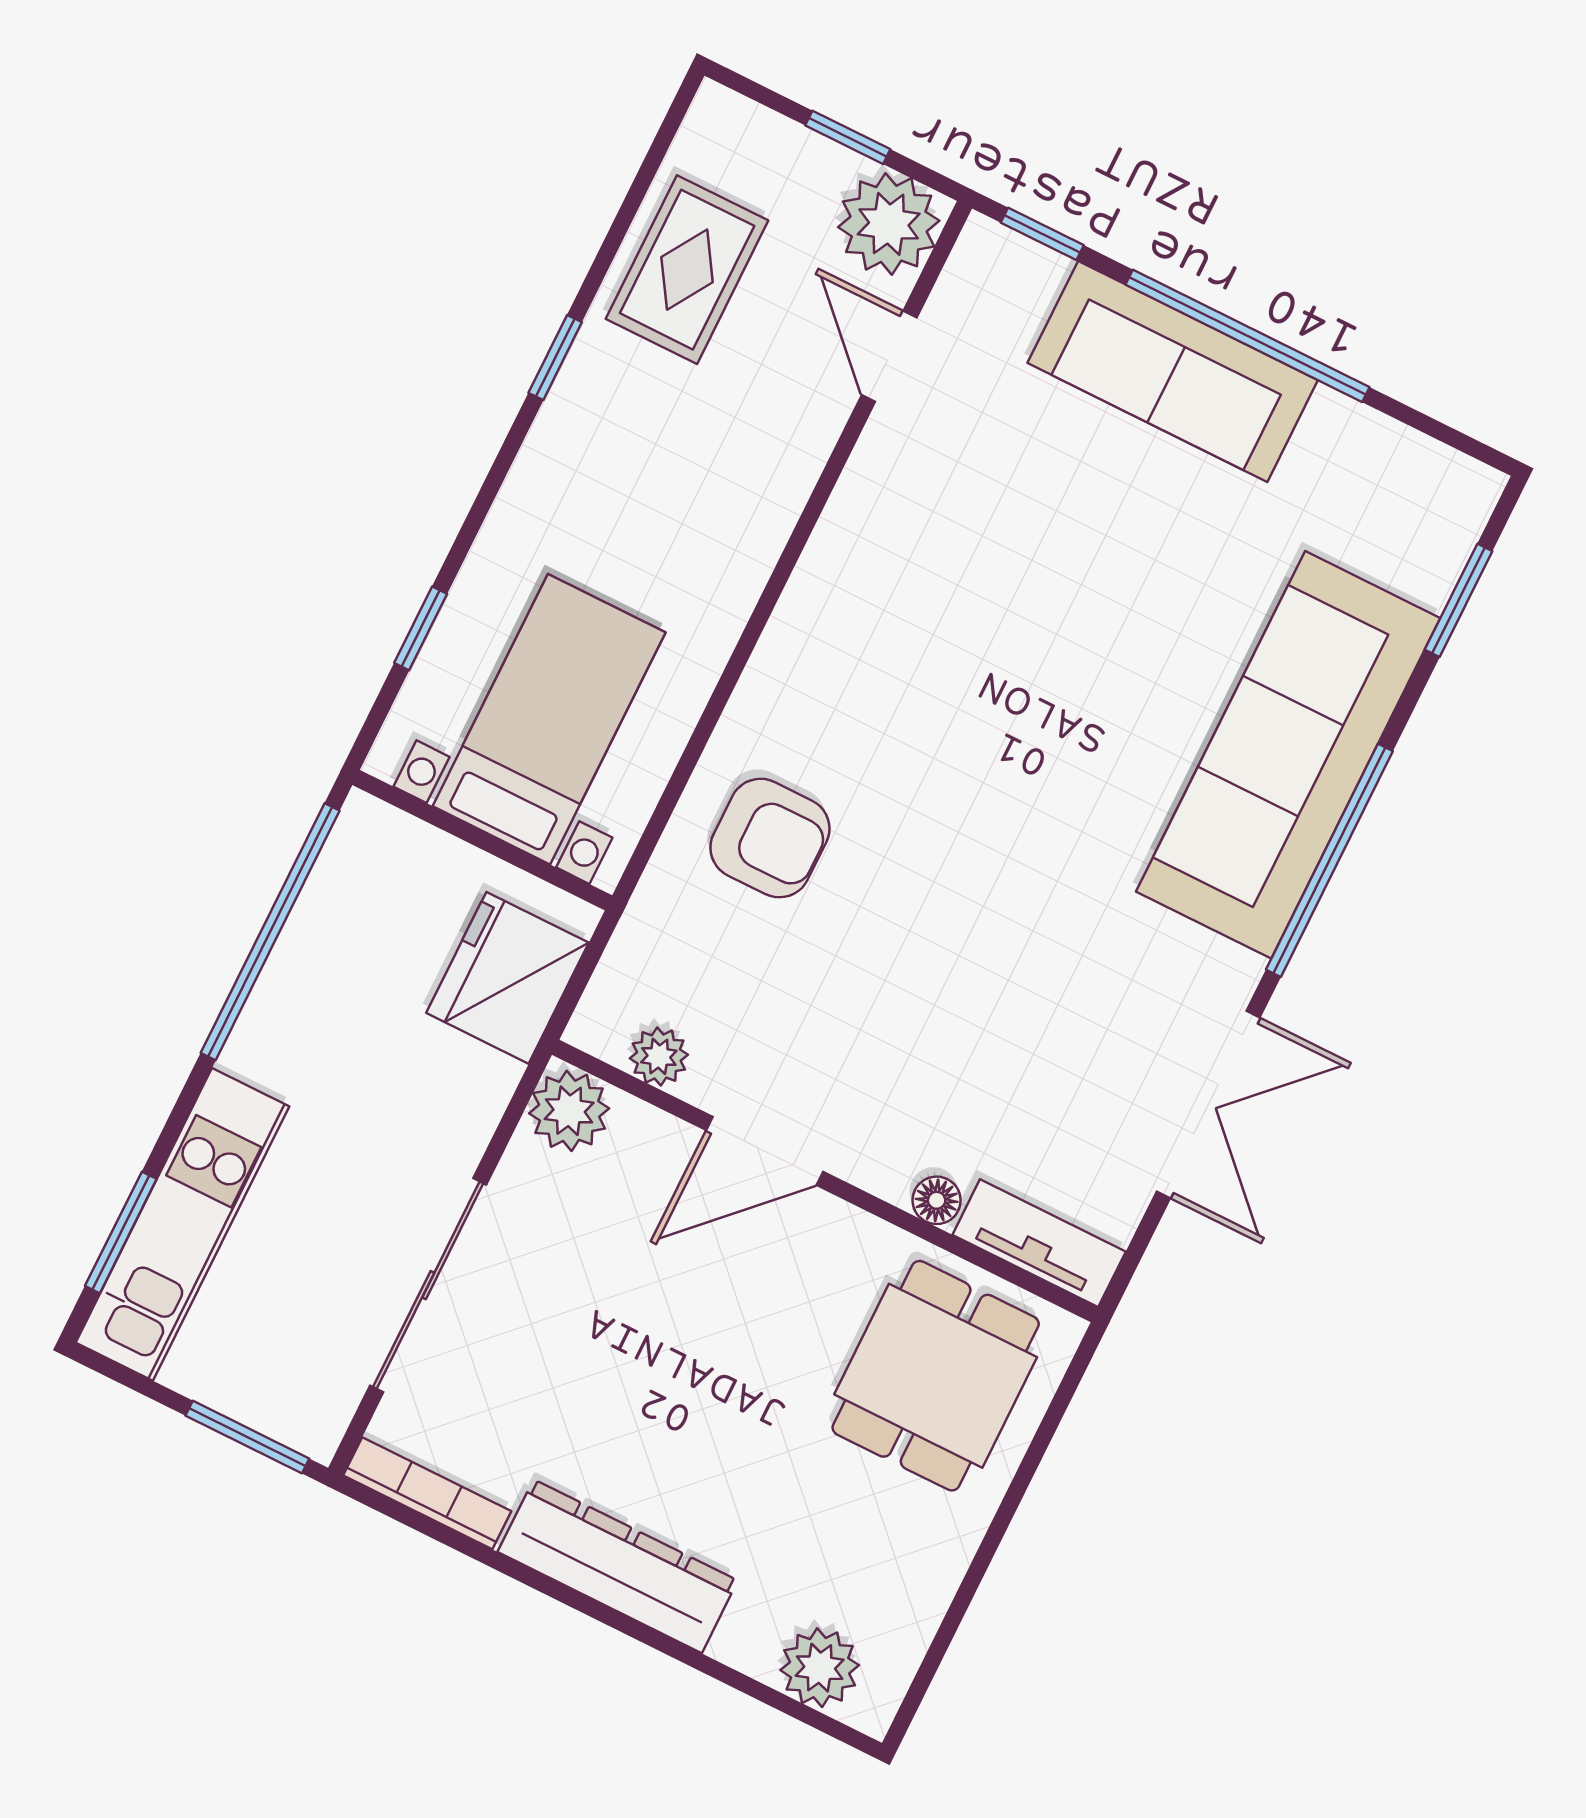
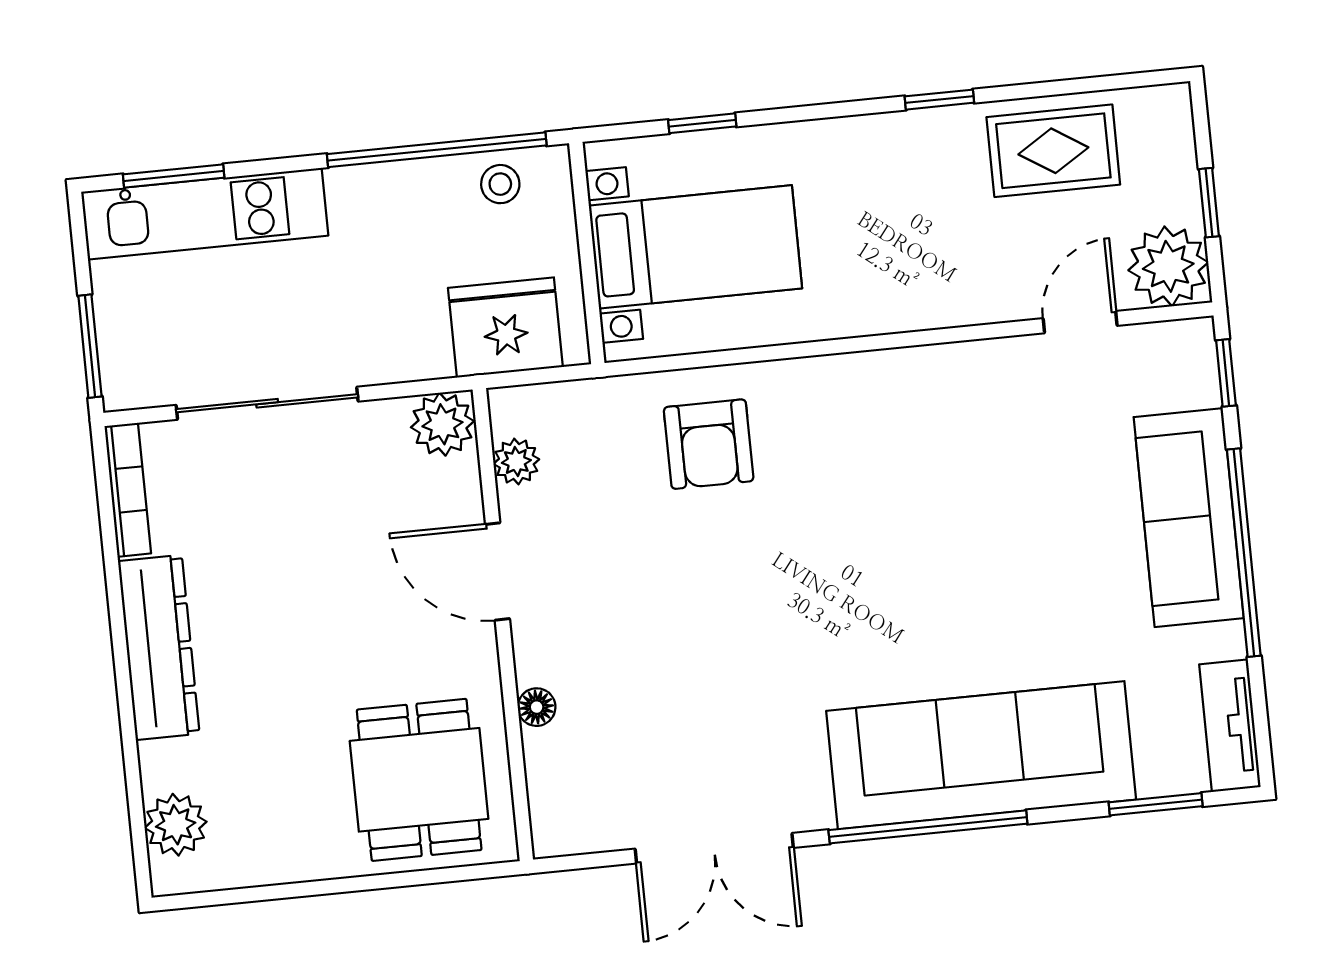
stool: (350, 887) -> (500, 184), added
tv unit: (1039, 1243) -> (1230, 726), moved, turned 180
dining table: (936, 1376) -> (419, 780), turned 90

